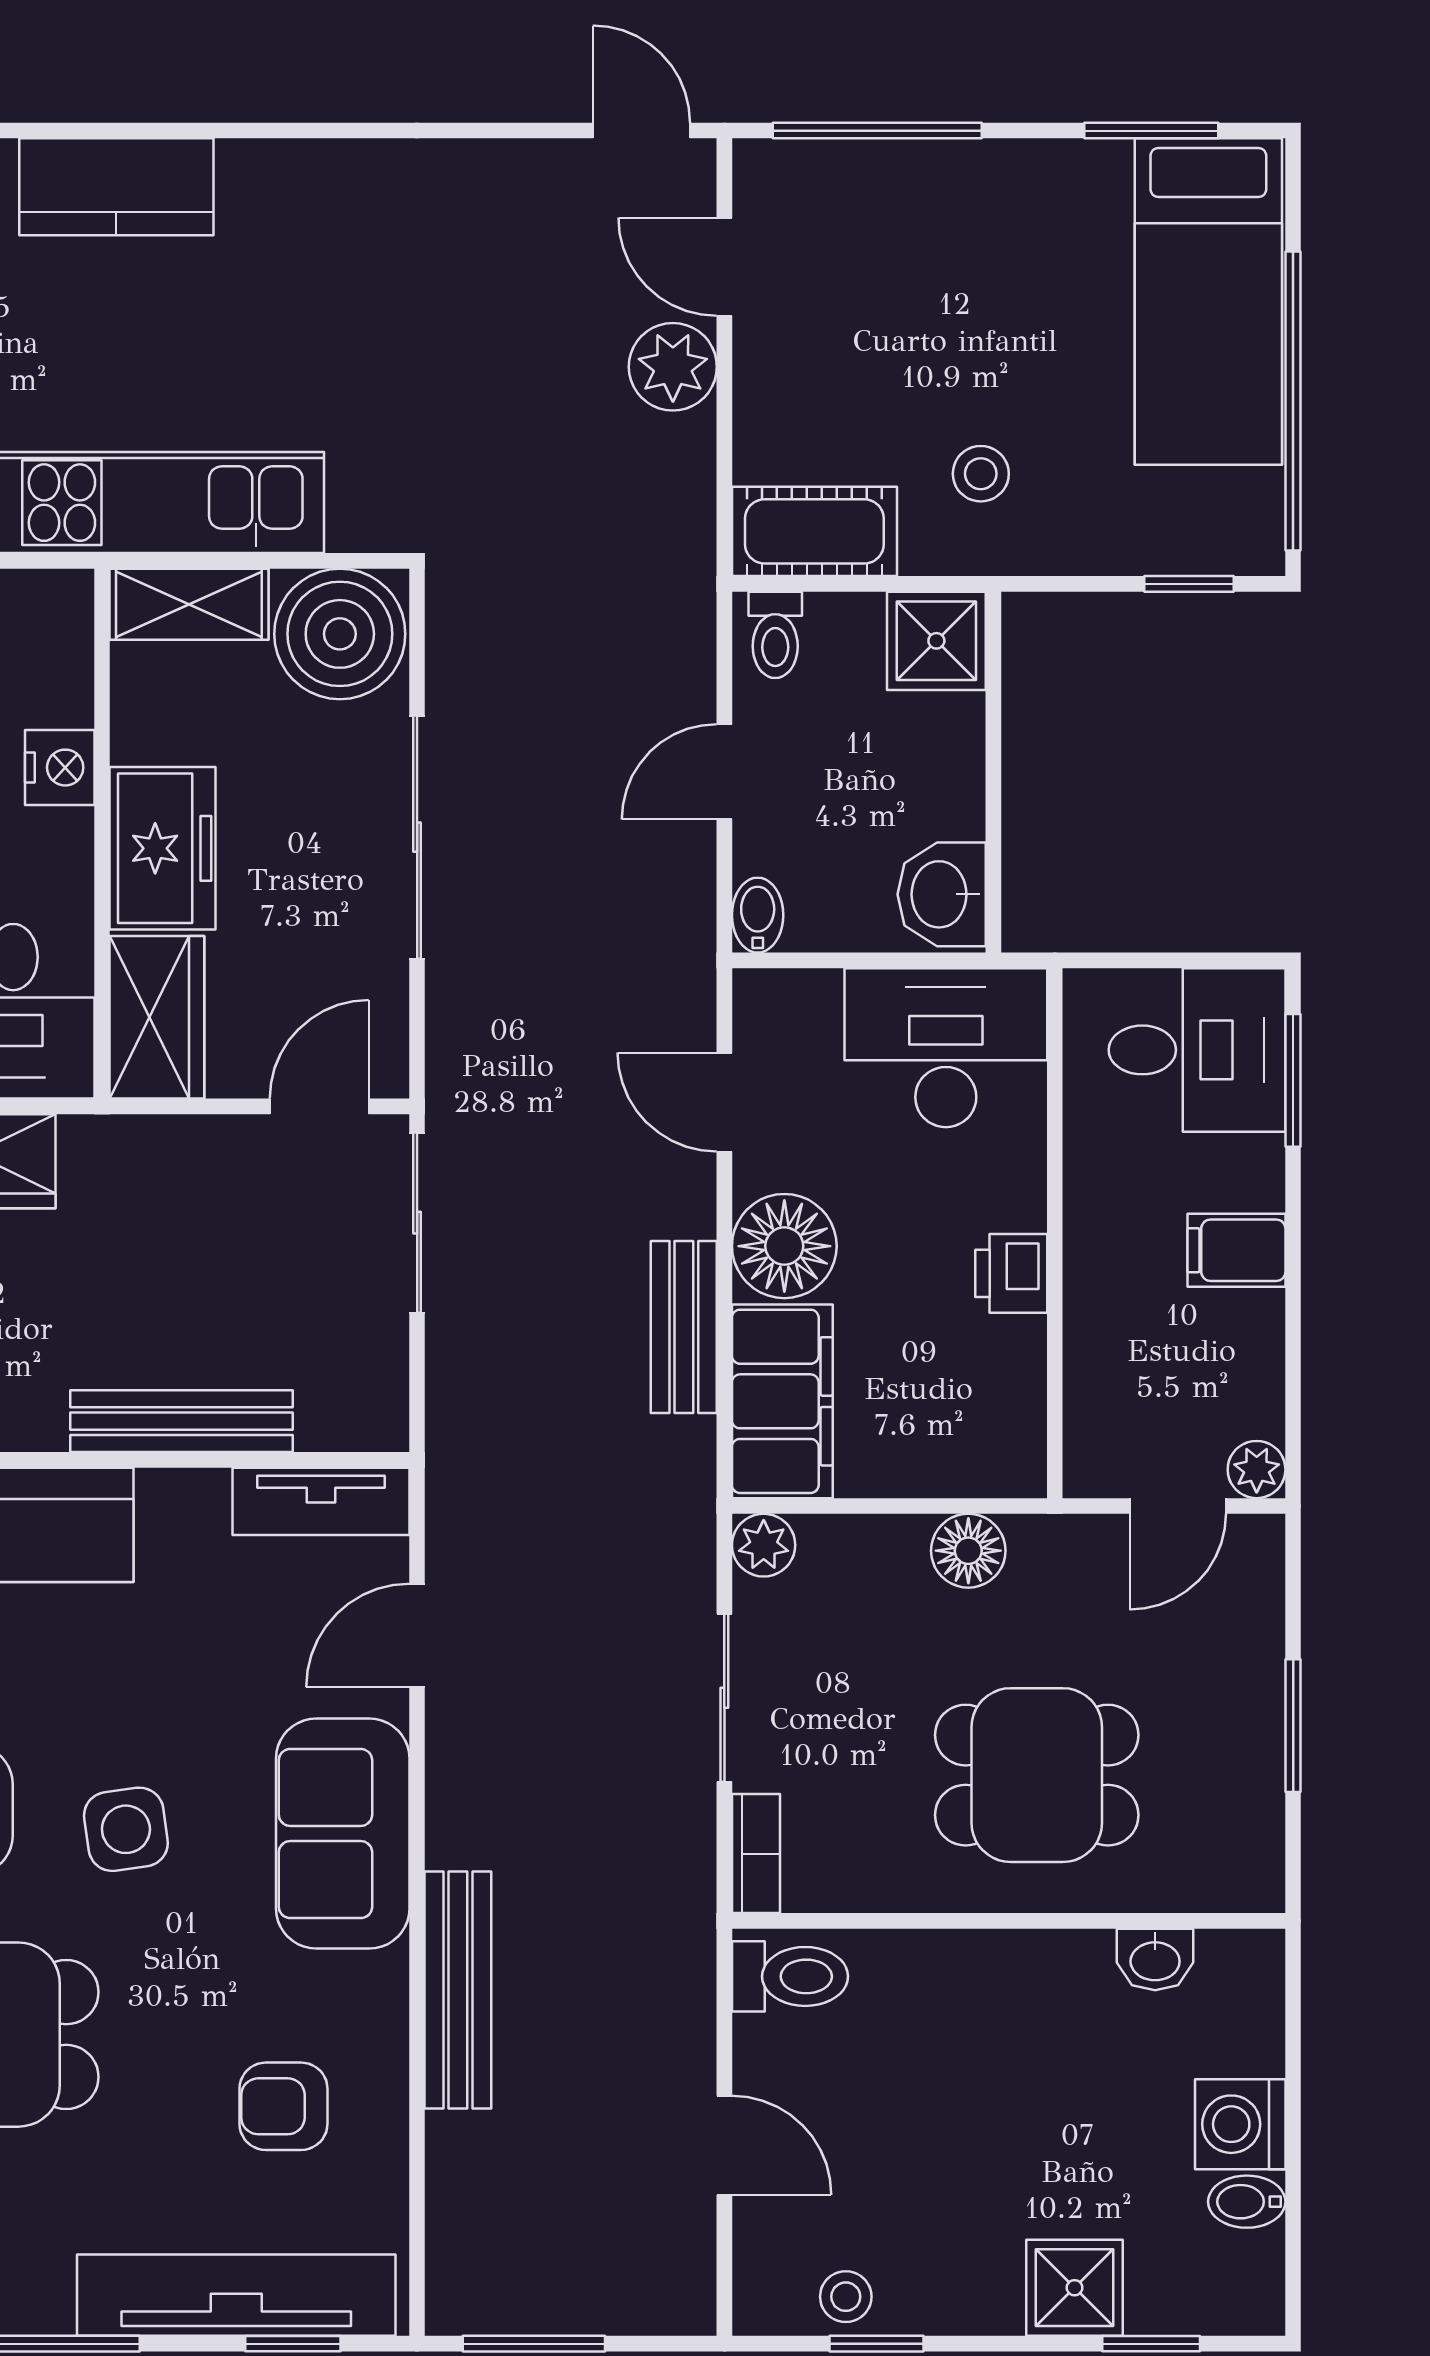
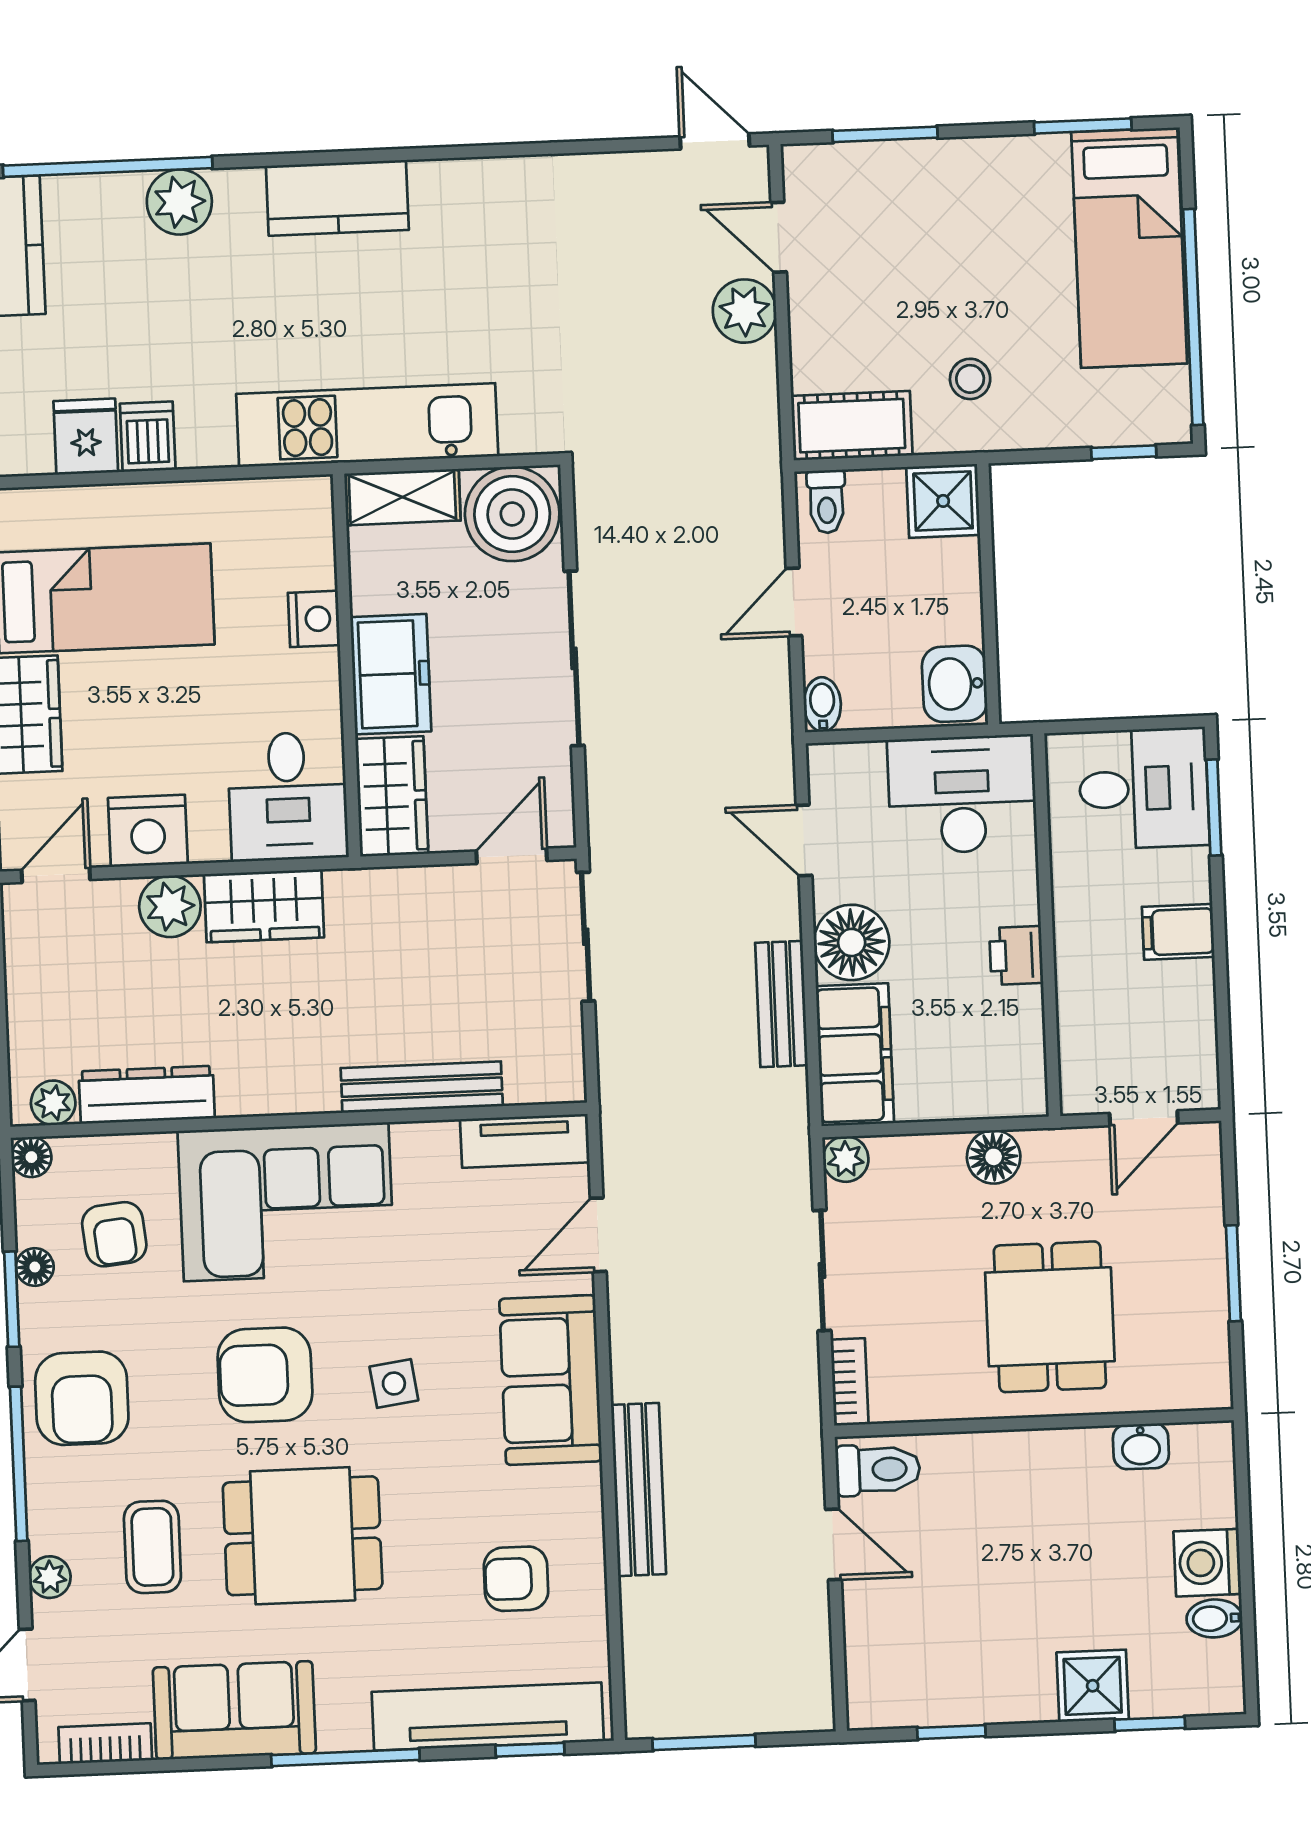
window: (877, 131) -> (885, 134), width x0.69
plant: (1257, 1470) -> (1199, 1090), removed
dining table: (1037, 1775) -> (1050, 1317), turned 90
side table: (126, 1829) -> (394, 1384), width x0.73, depth x0.73
door: (724, 2145) -> (833, 1544), moved
stool: (846, 2297) -> (928, 1699), removed

